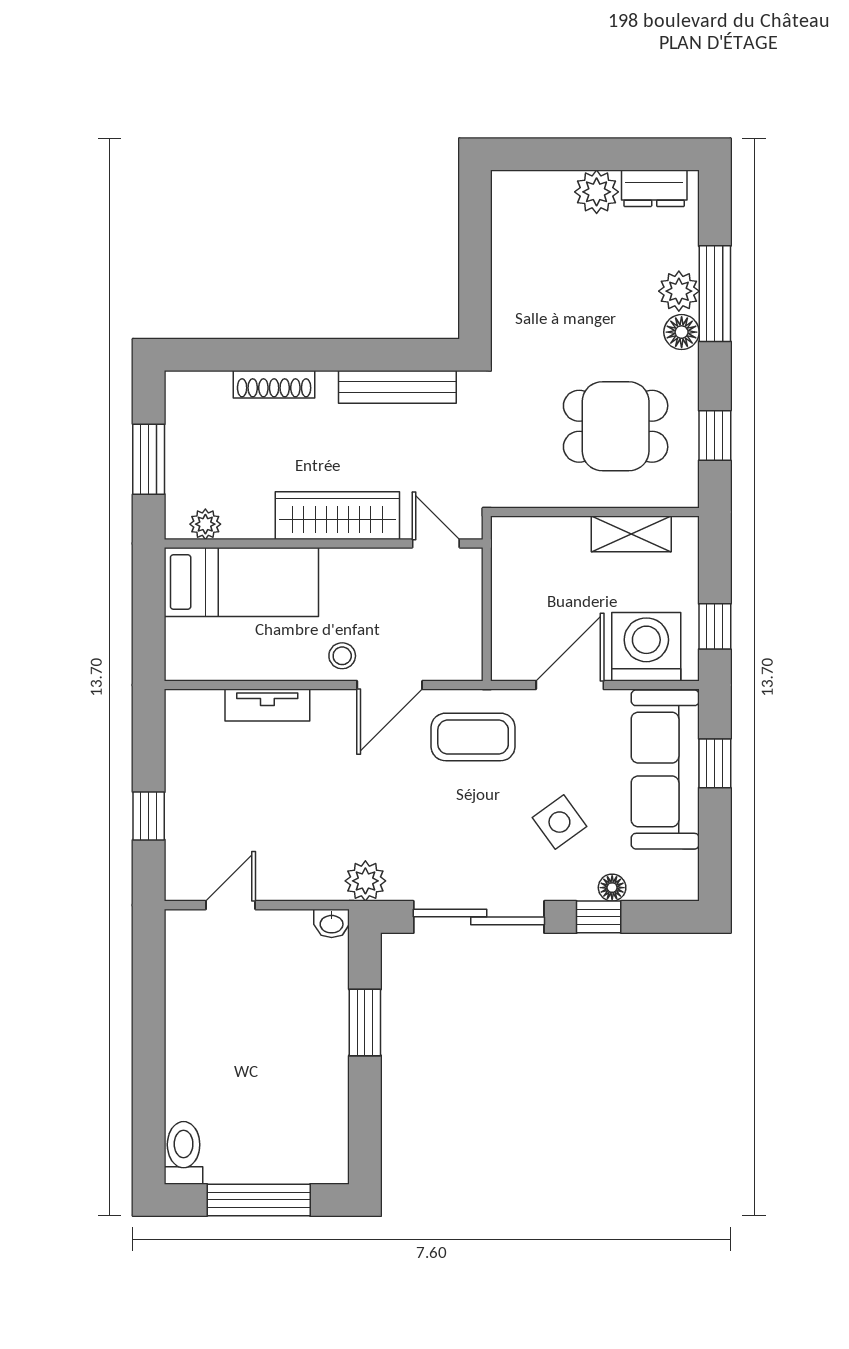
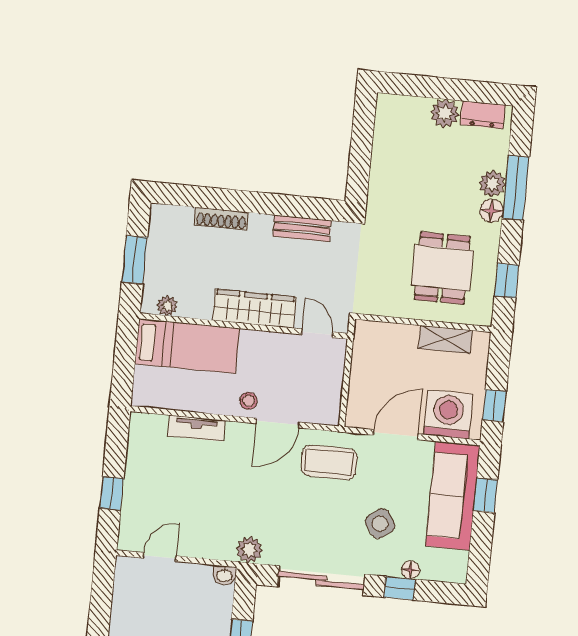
bench: (397, 387) -> (302, 228), width x0.73
dining table: (616, 426) -> (442, 268), turned 90

